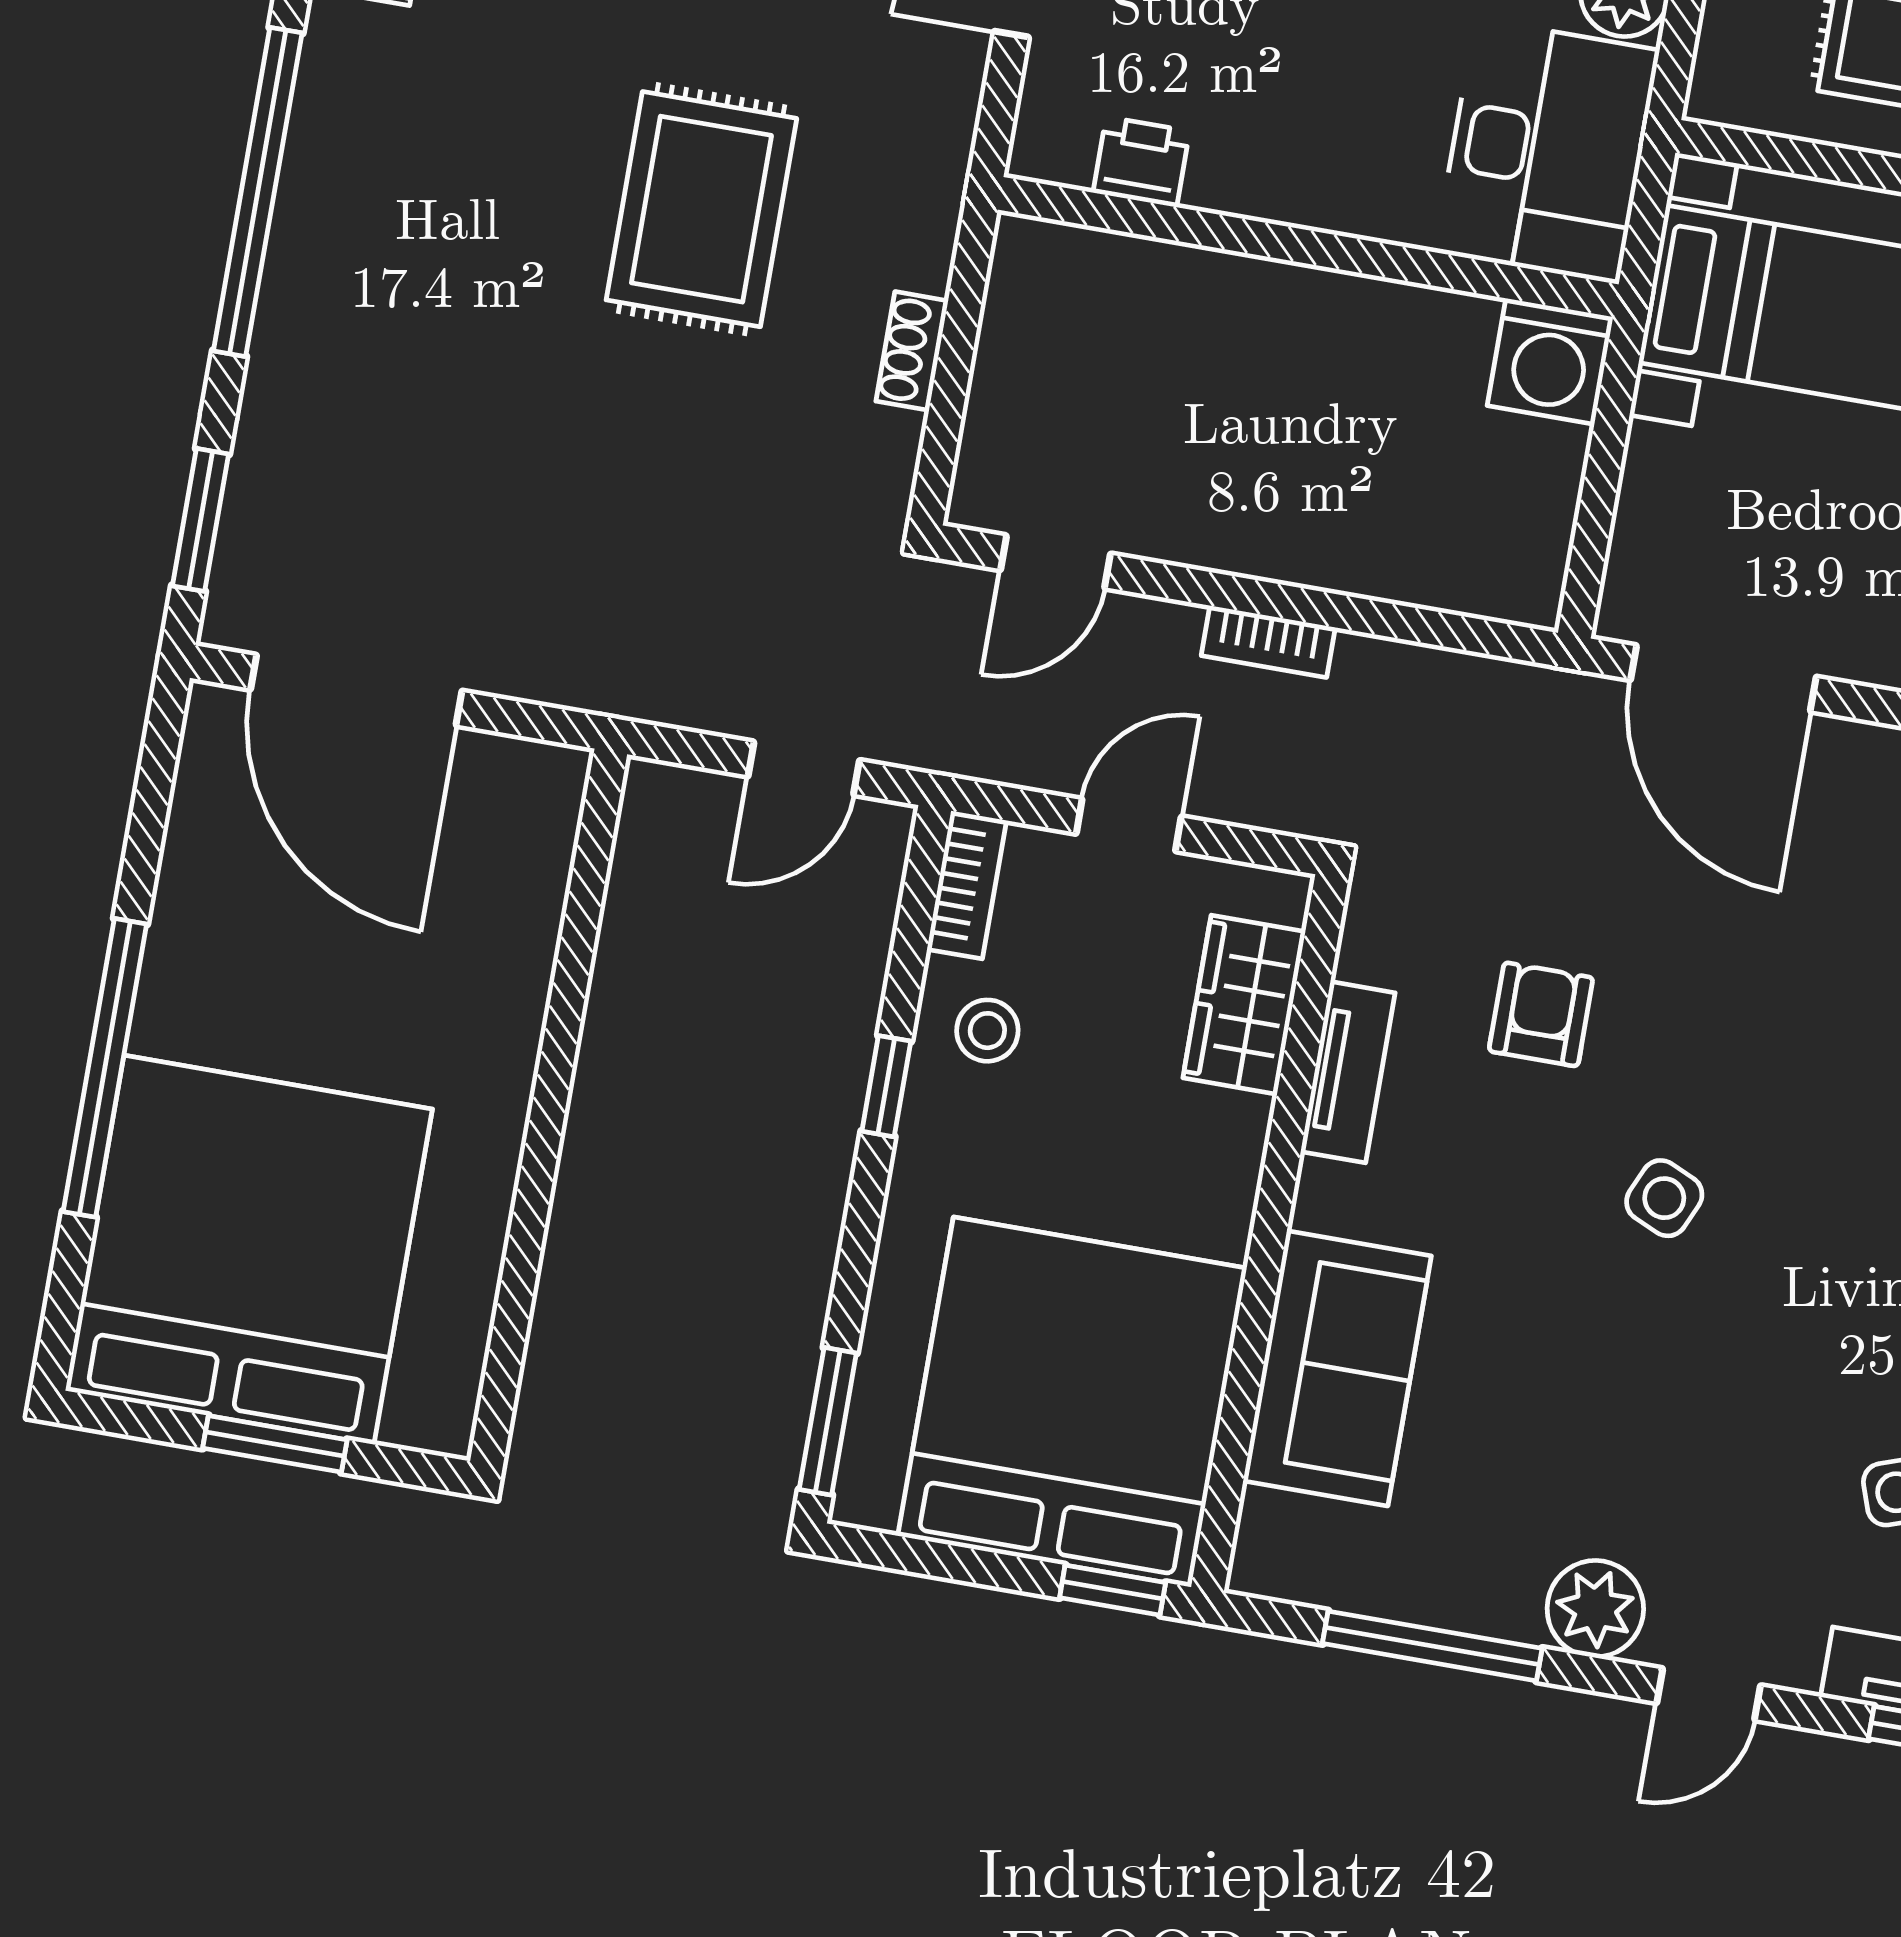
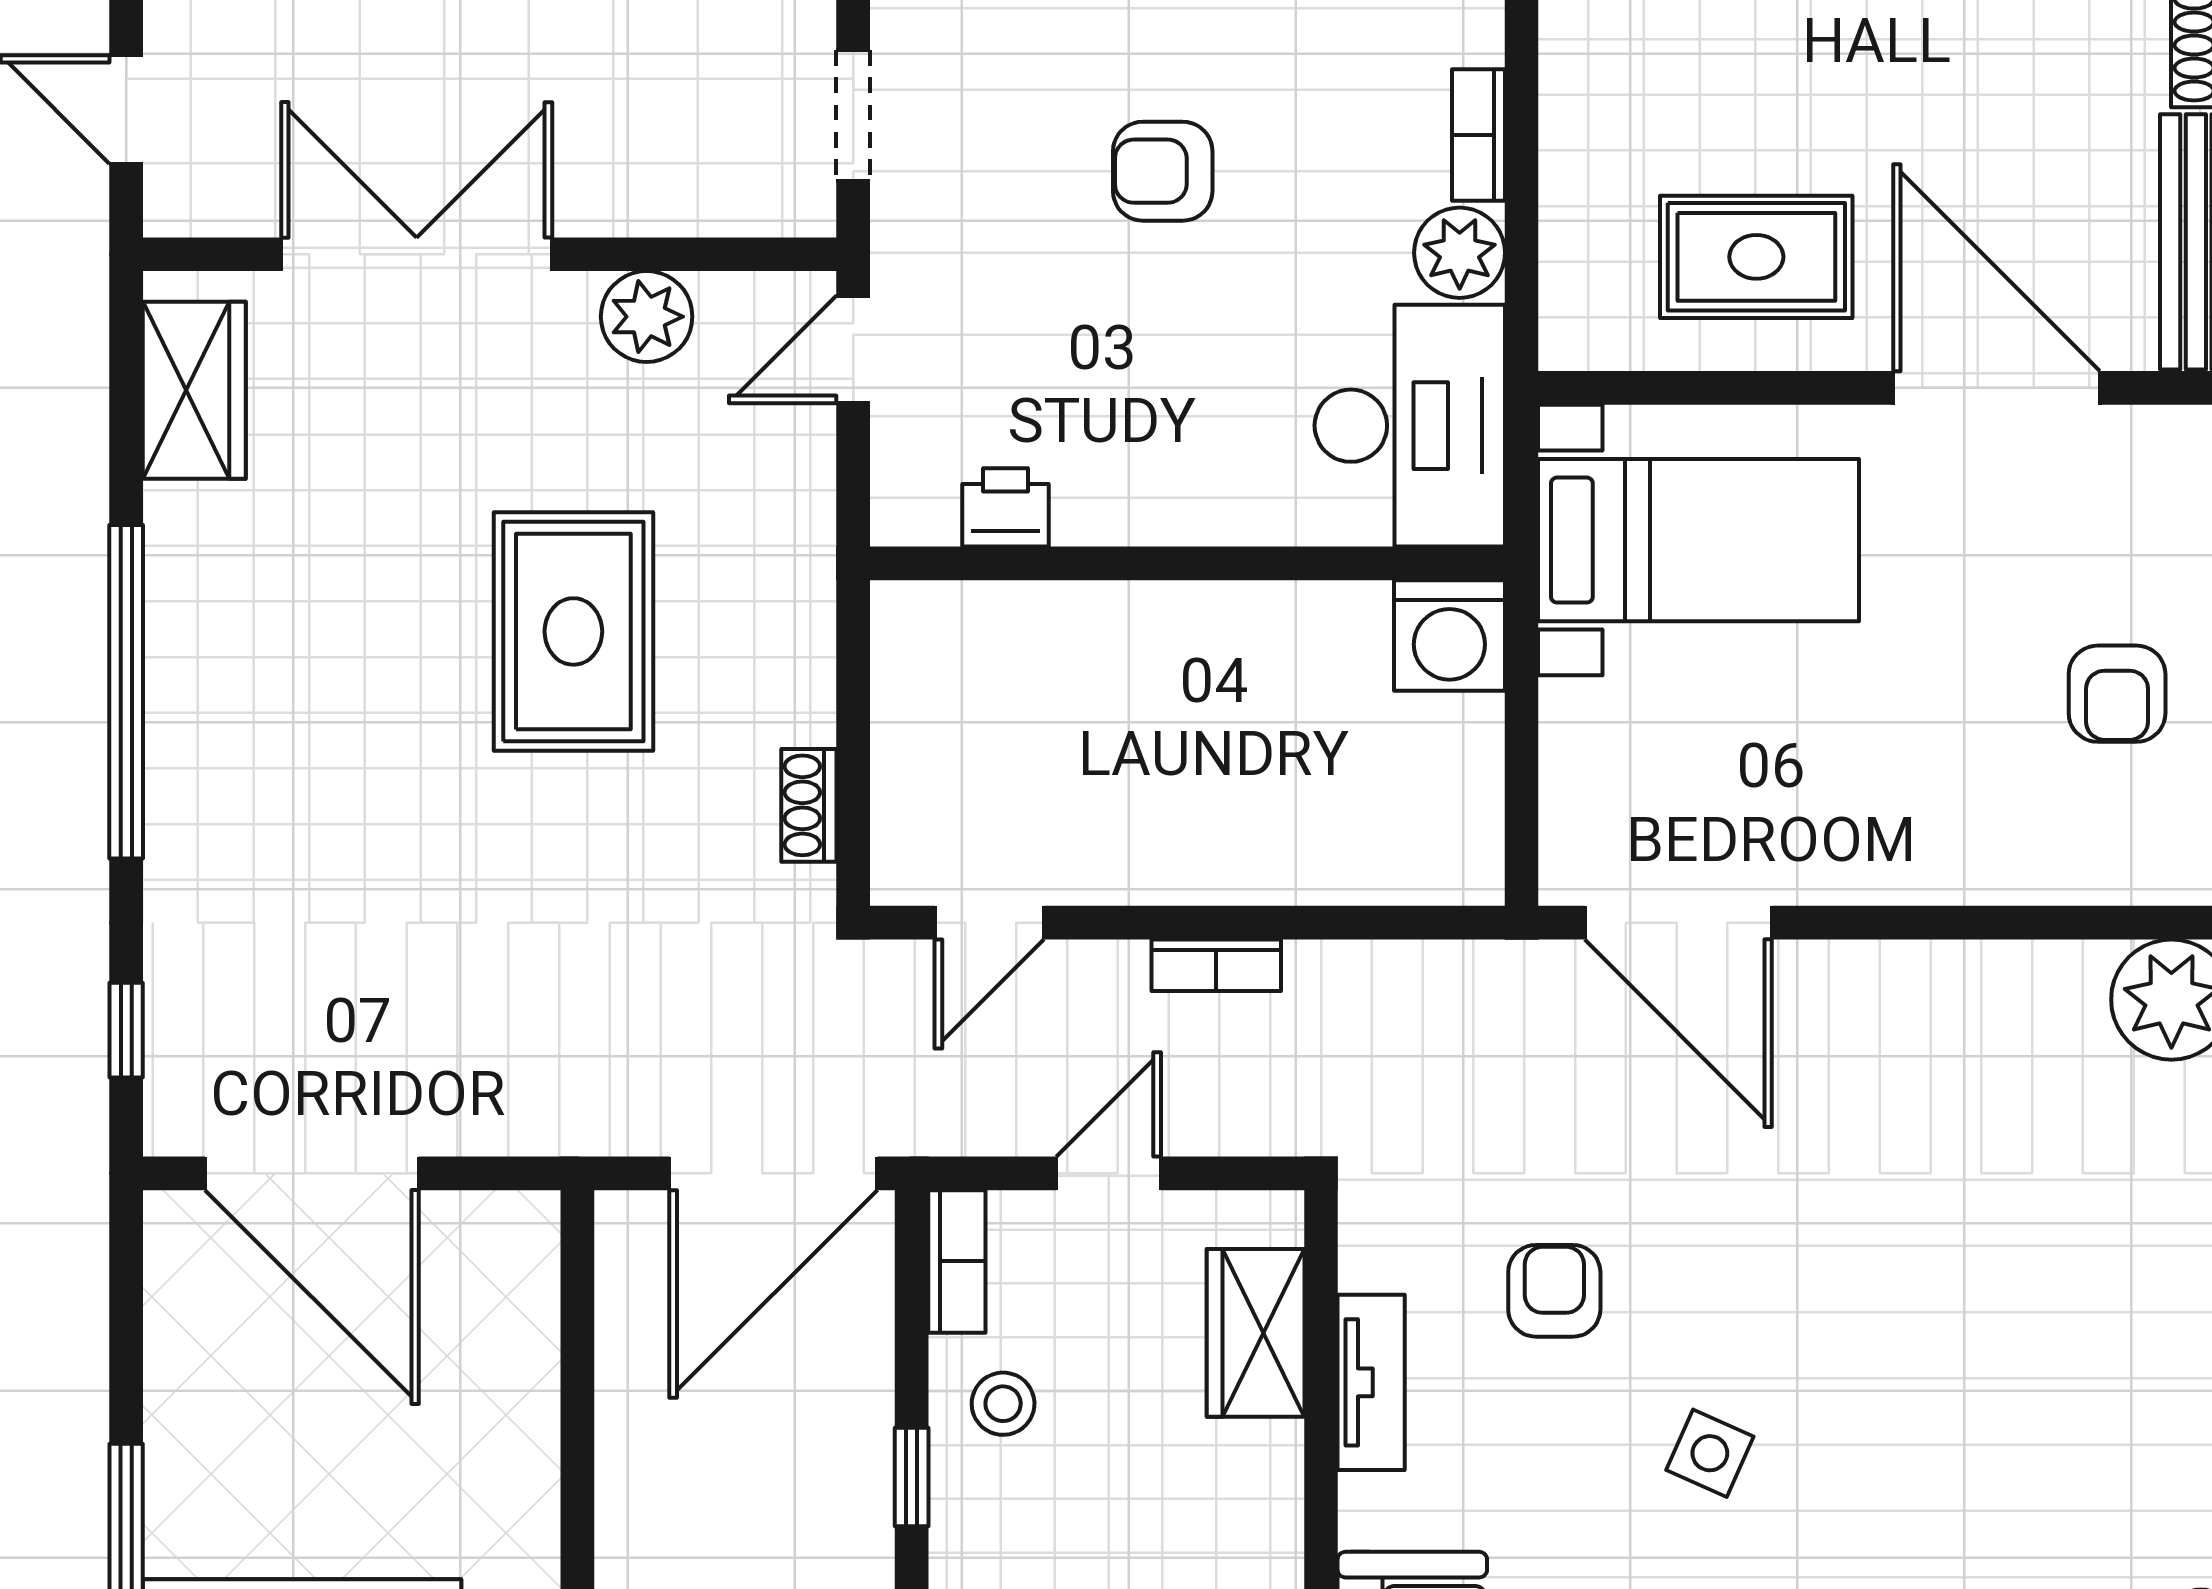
shoe rack: (912, 351) -> (809, 805), moved
window: (201, 520) -> (126, 1030), width x0.67
door: (804, 768) -> (773, 1173), width x1.88

